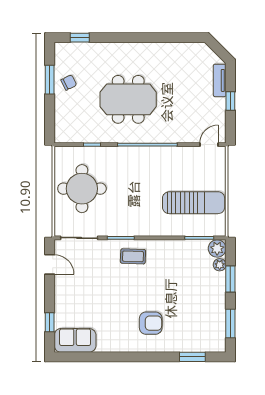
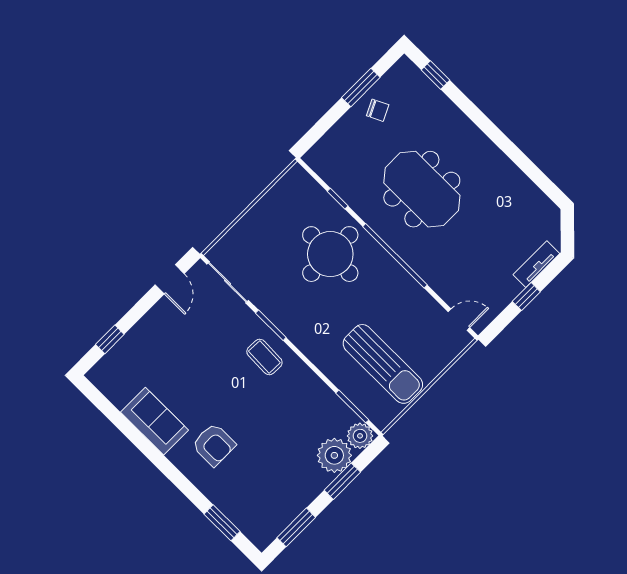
round table: (82, 189) -> (330, 254), moved
plant: (220, 265) -> (334, 455), width x1.87, depth x1.87
sofa: (75, 340) -> (154, 421), moved

